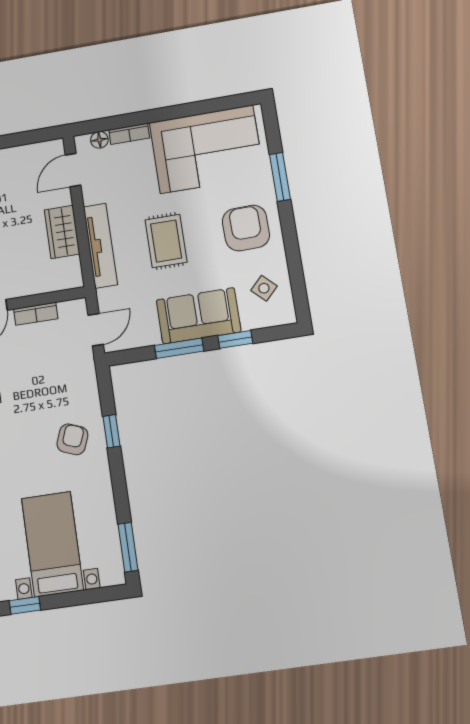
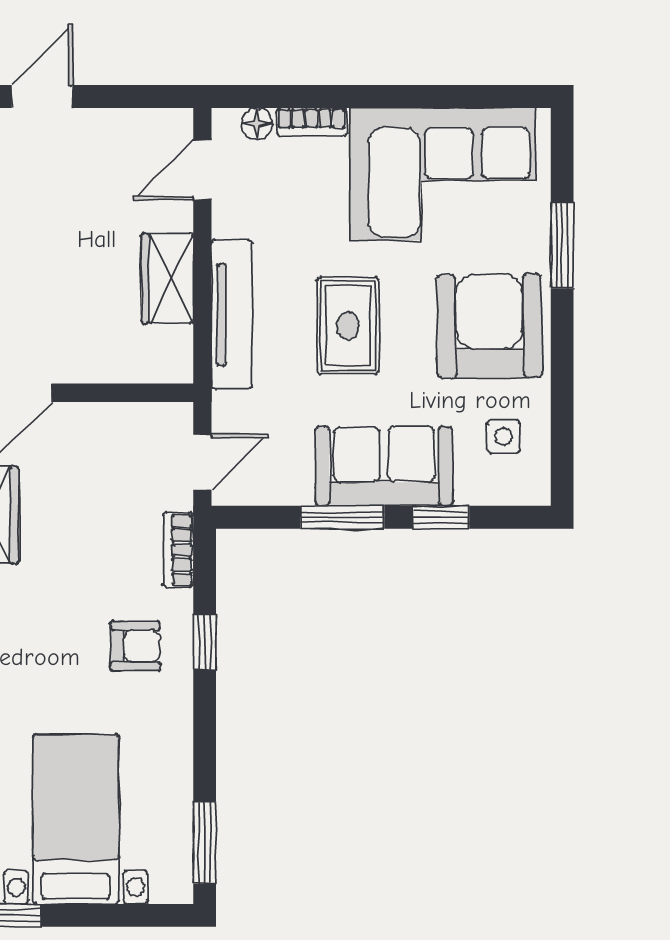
armchair: (246, 228) -> (489, 326), width x1.36, depth x1.36
side table: (264, 288) -> (503, 436), turned 45
bookcase: (36, 314) -> (178, 550), moved, turned 90
armchair: (72, 439) -> (135, 646), turned 69

